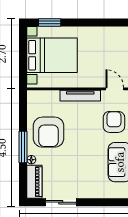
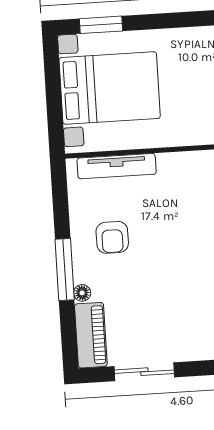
tv unit: (80, 96) -> (117, 166), moved
armchair: (49, 132) -> (112, 237), width x0.53, depth x0.53

